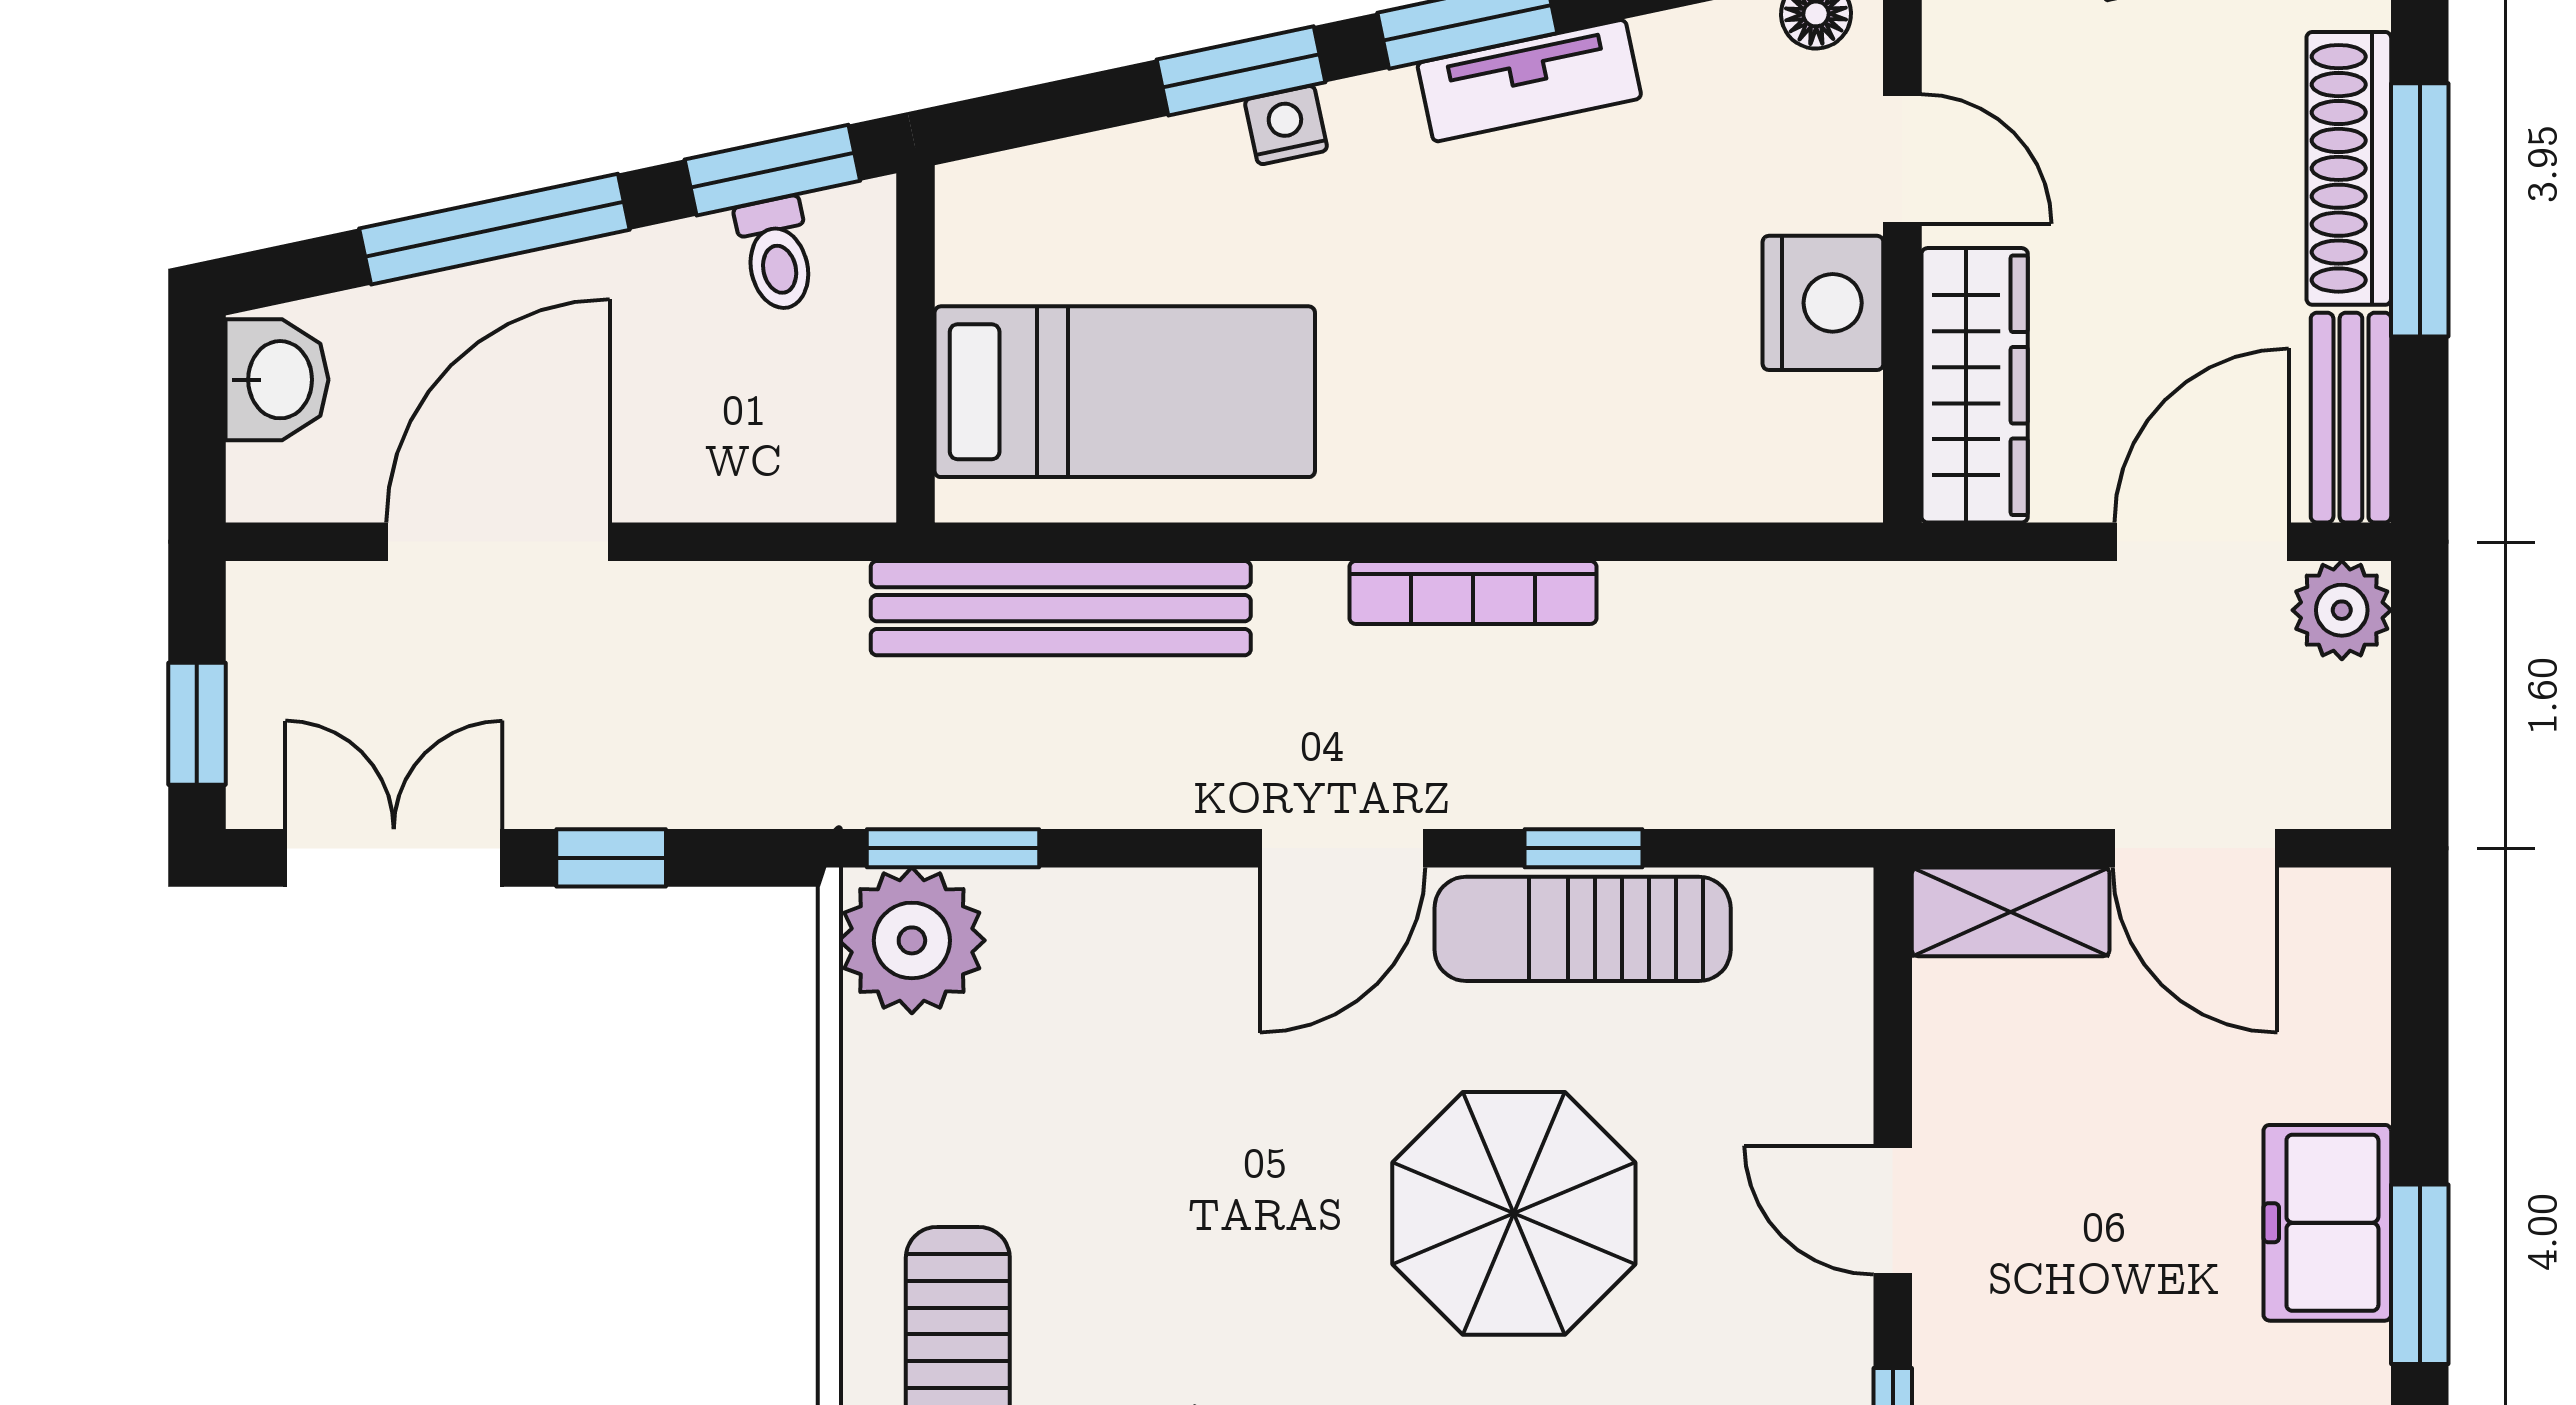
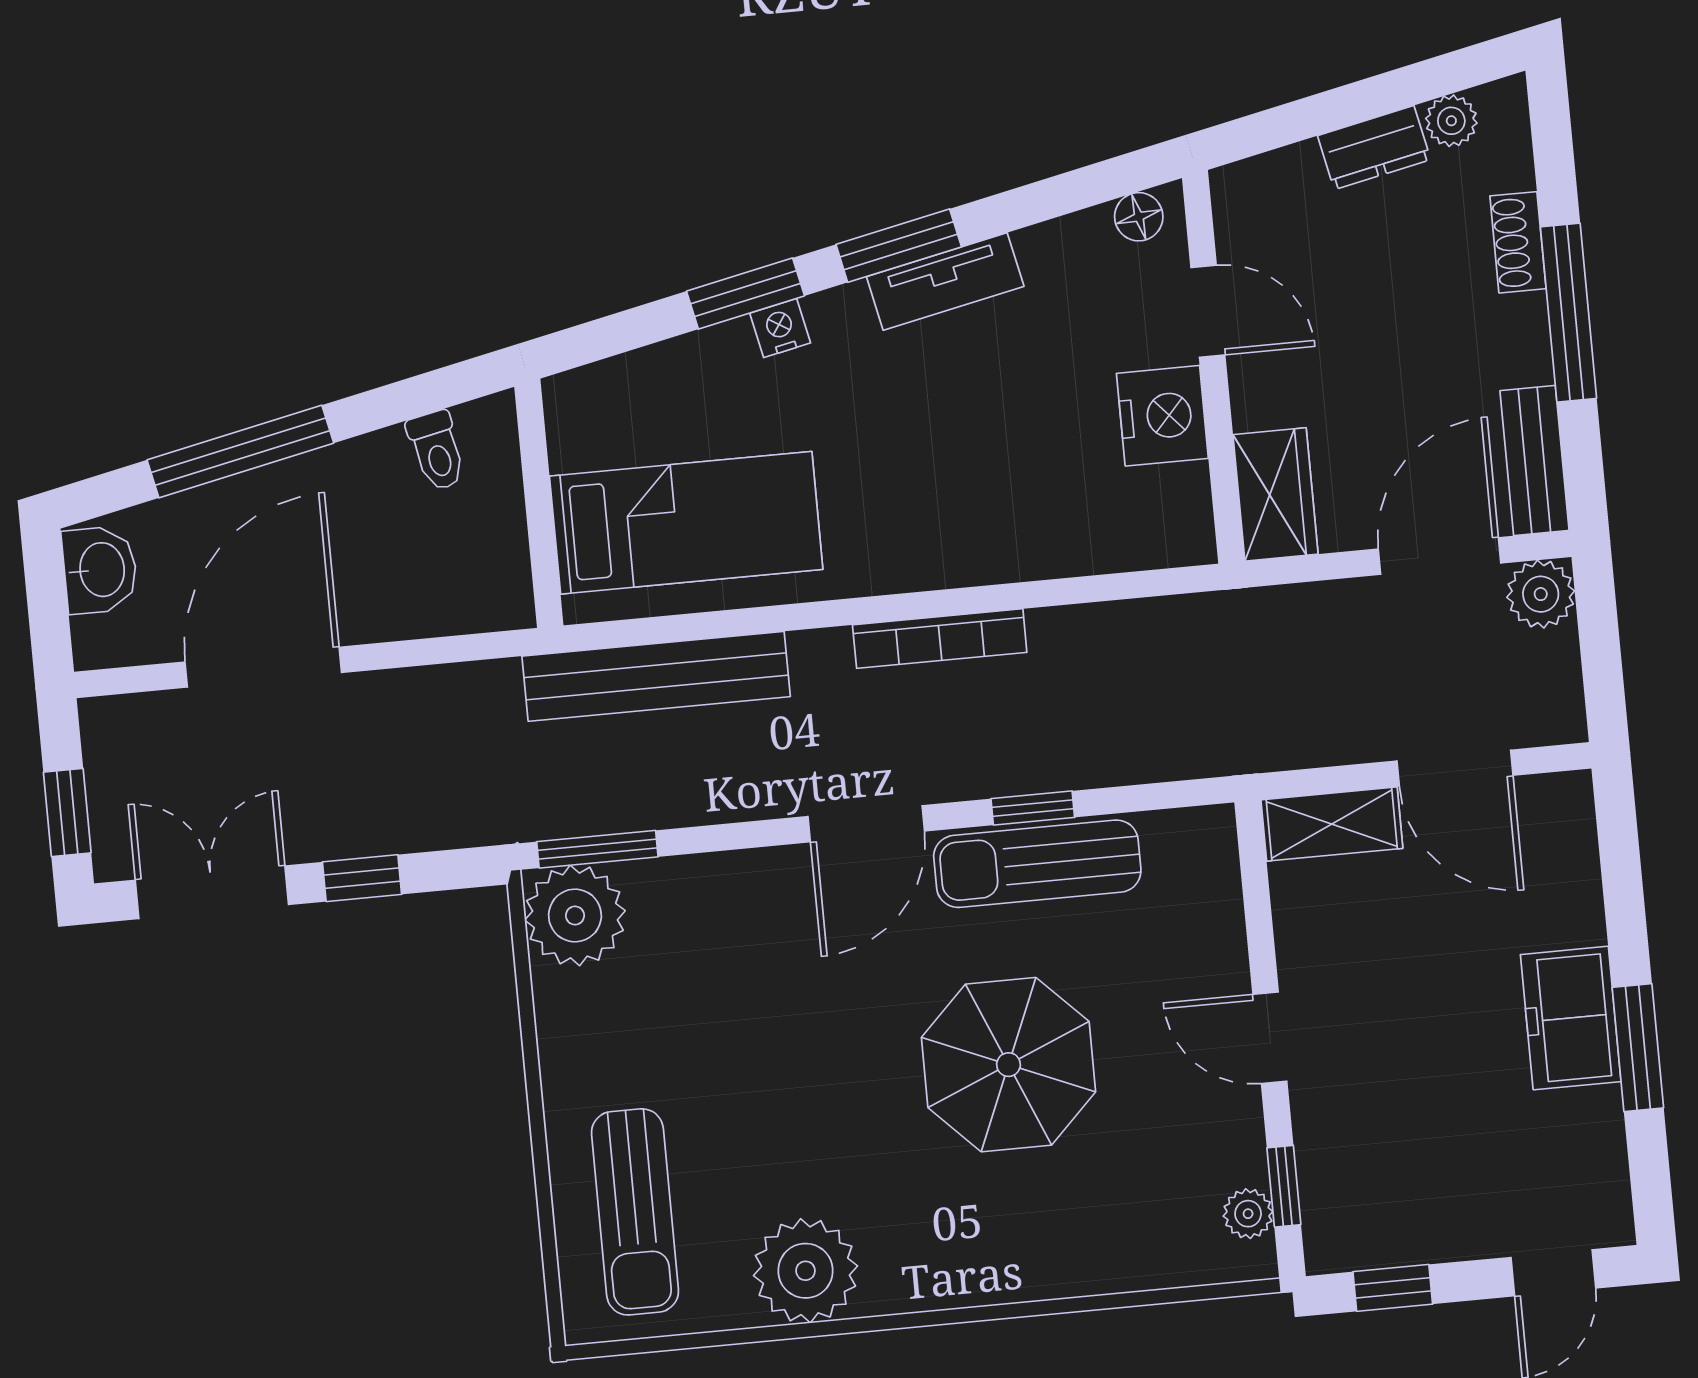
shoe rack: (2349, 168) -> (1518, 242), width x0.51, depth x0.81
window: (772, 170) -> (428, 393), removed
wardrobe: (1975, 385) -> (1276, 494), width x0.67

